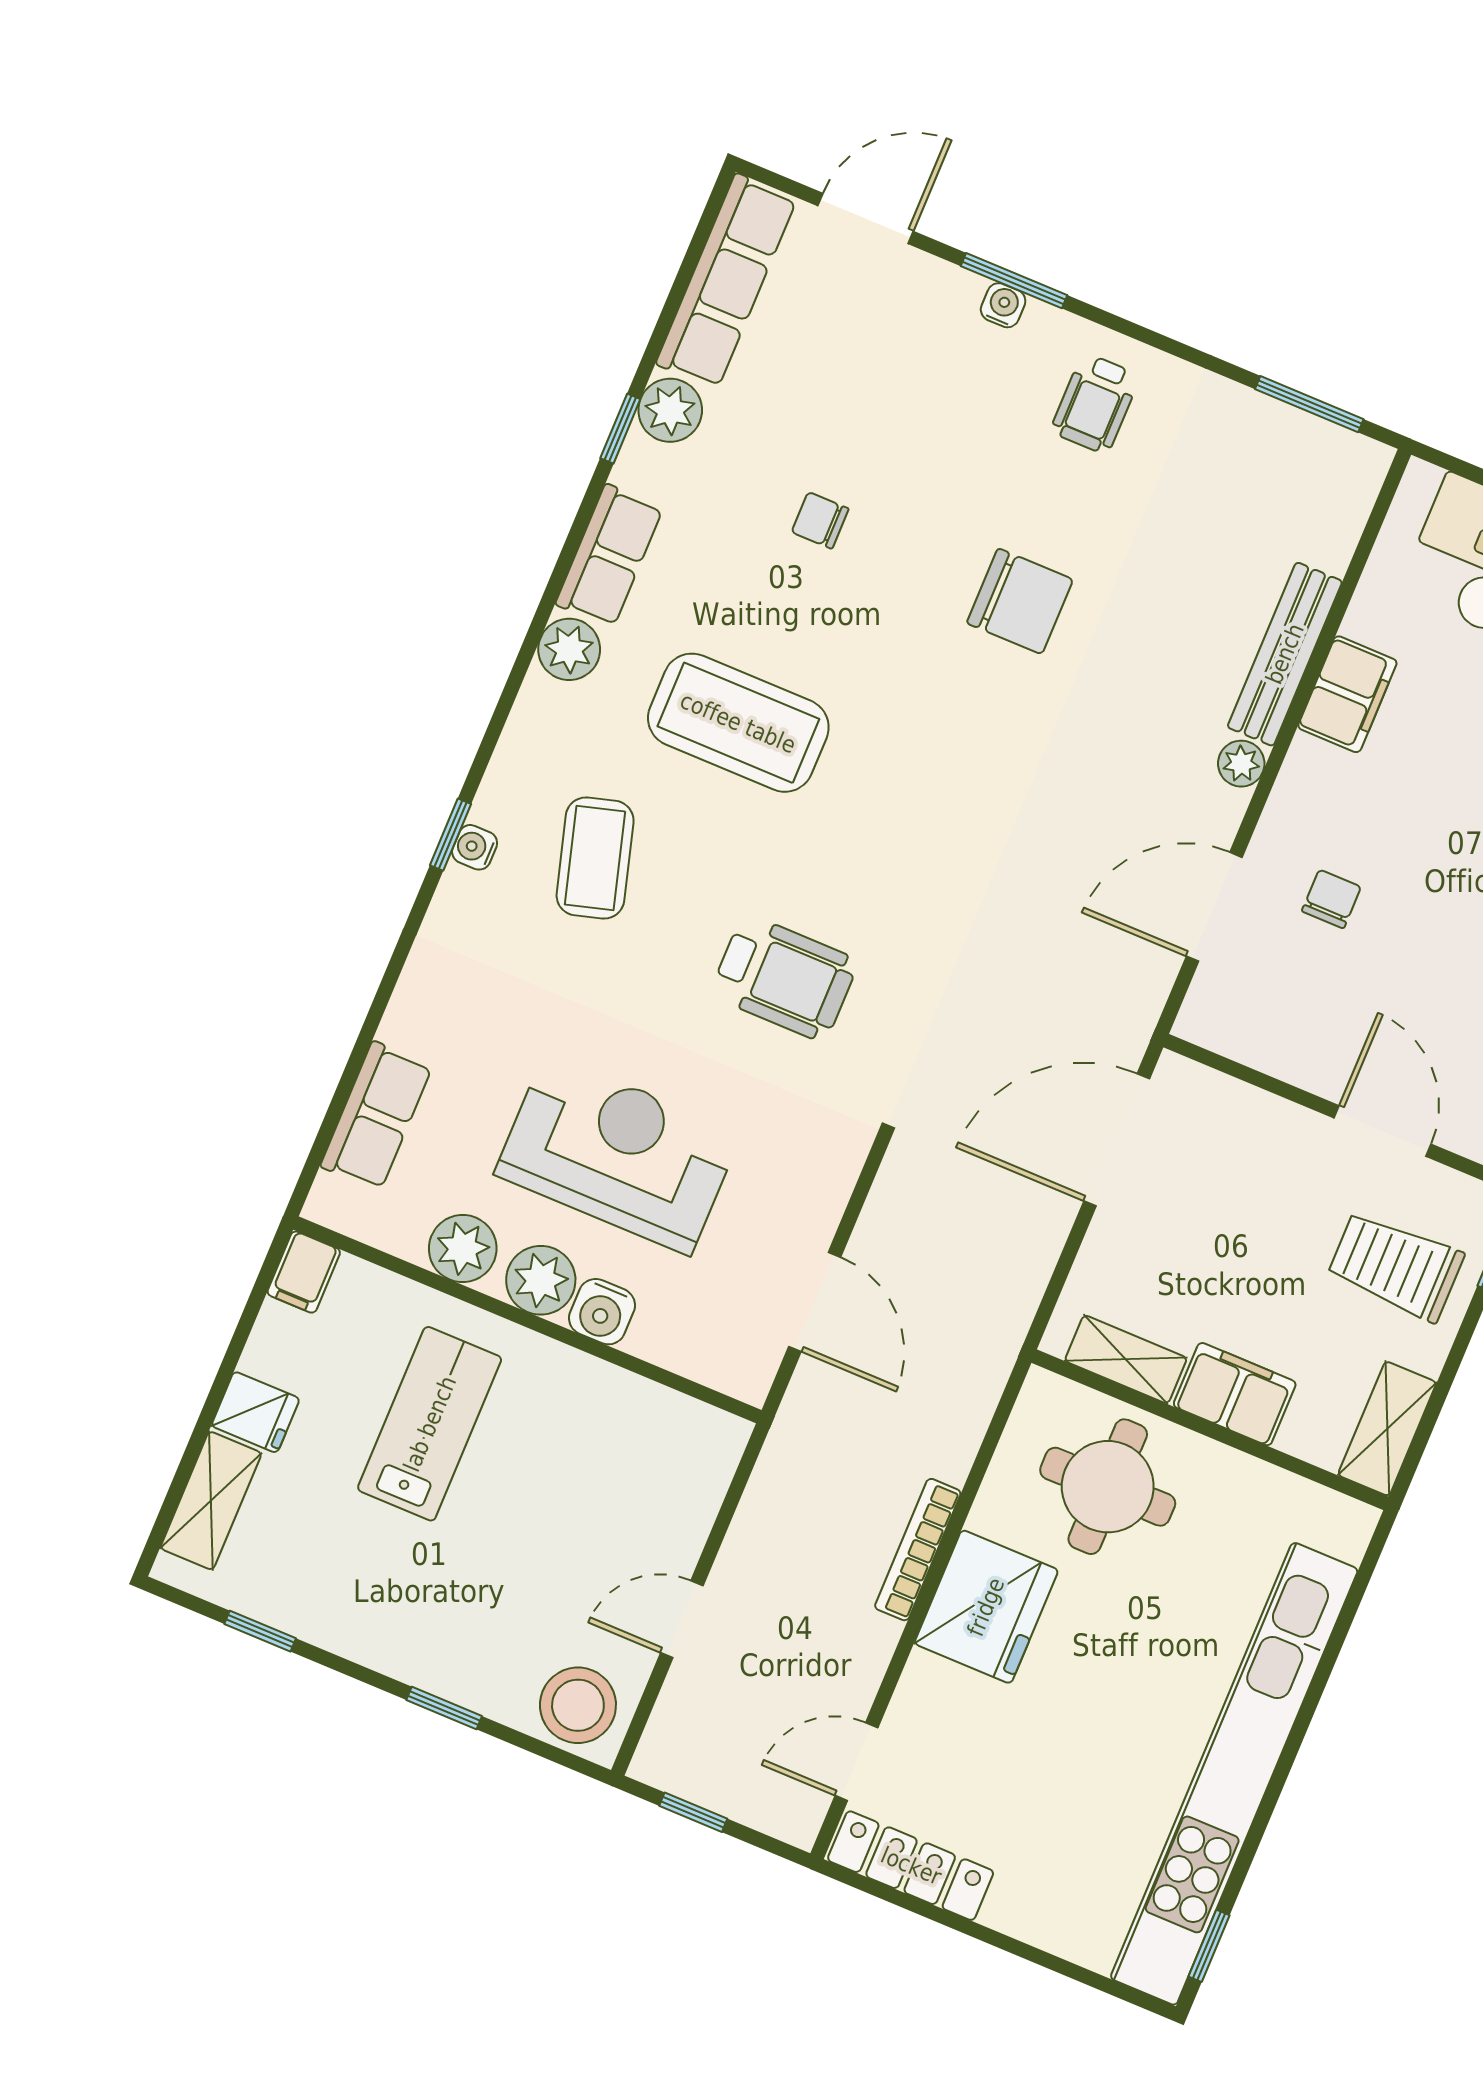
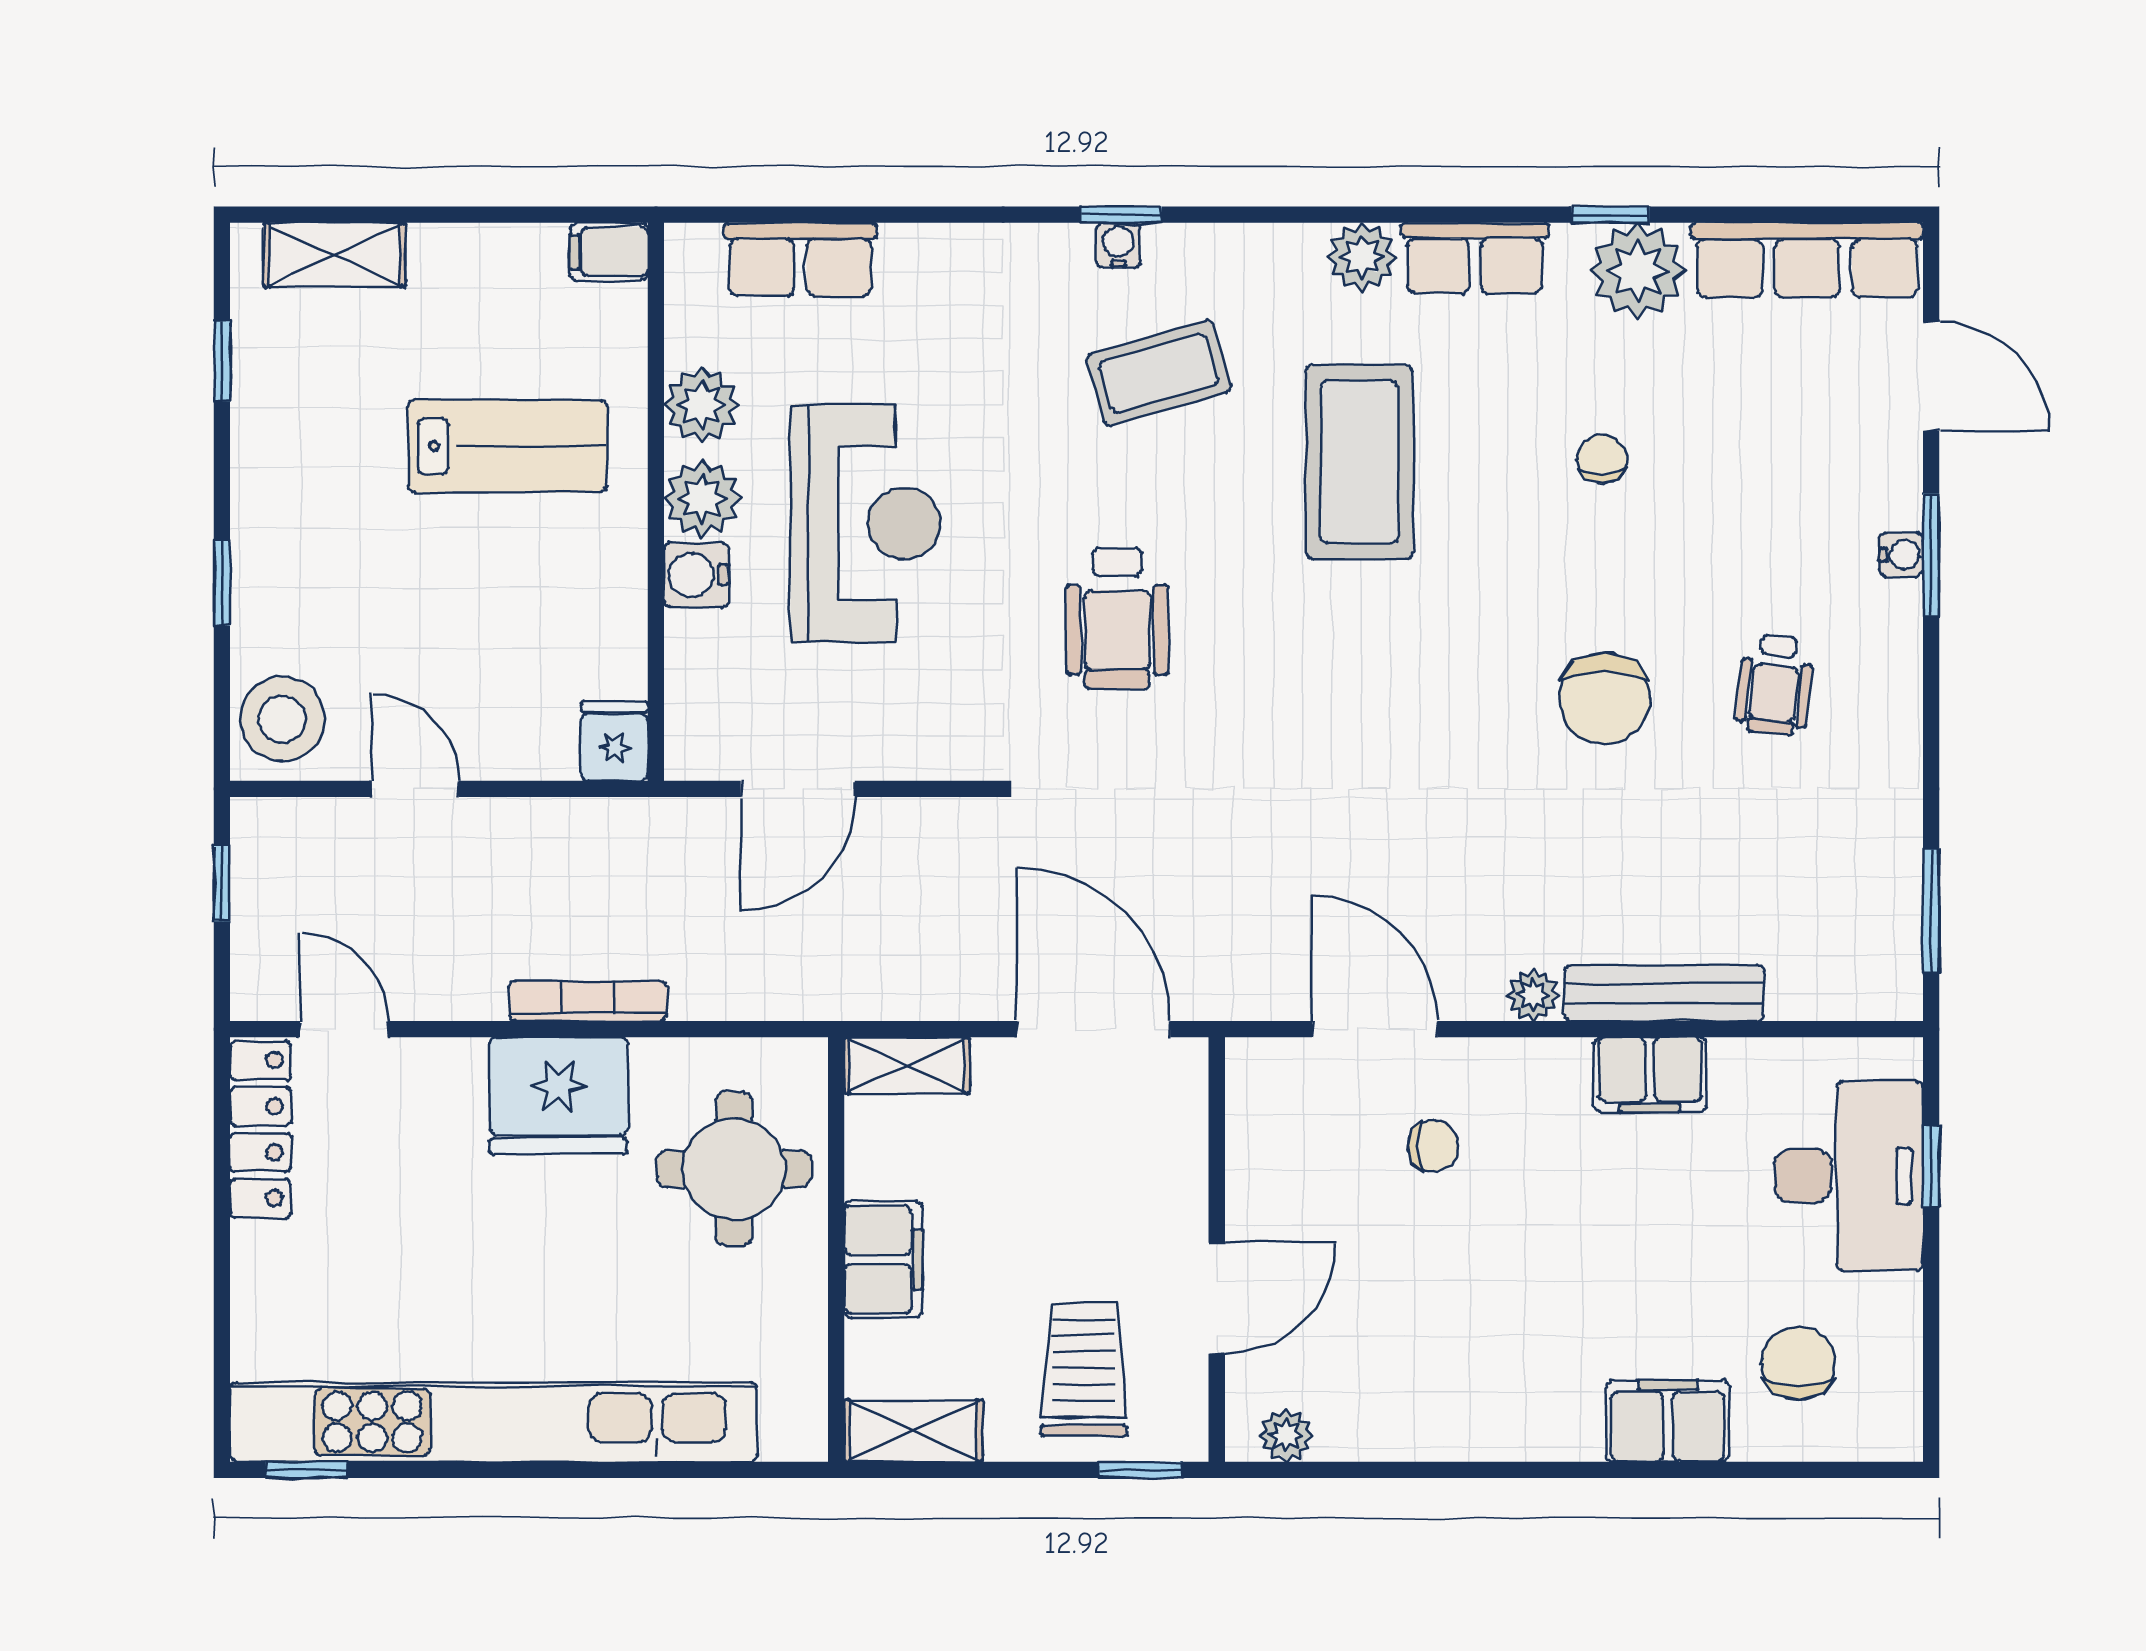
wheelchair: (1095, 404) -> (1775, 685), moved, turned -84
plant: (670, 410) -> (1638, 271), width x1.36, depth x1.36
shelving: (1126, 1359) -> (907, 1065), moved, turned 90
fridge: (256, 1412) -> (615, 741), moved, turned 180

